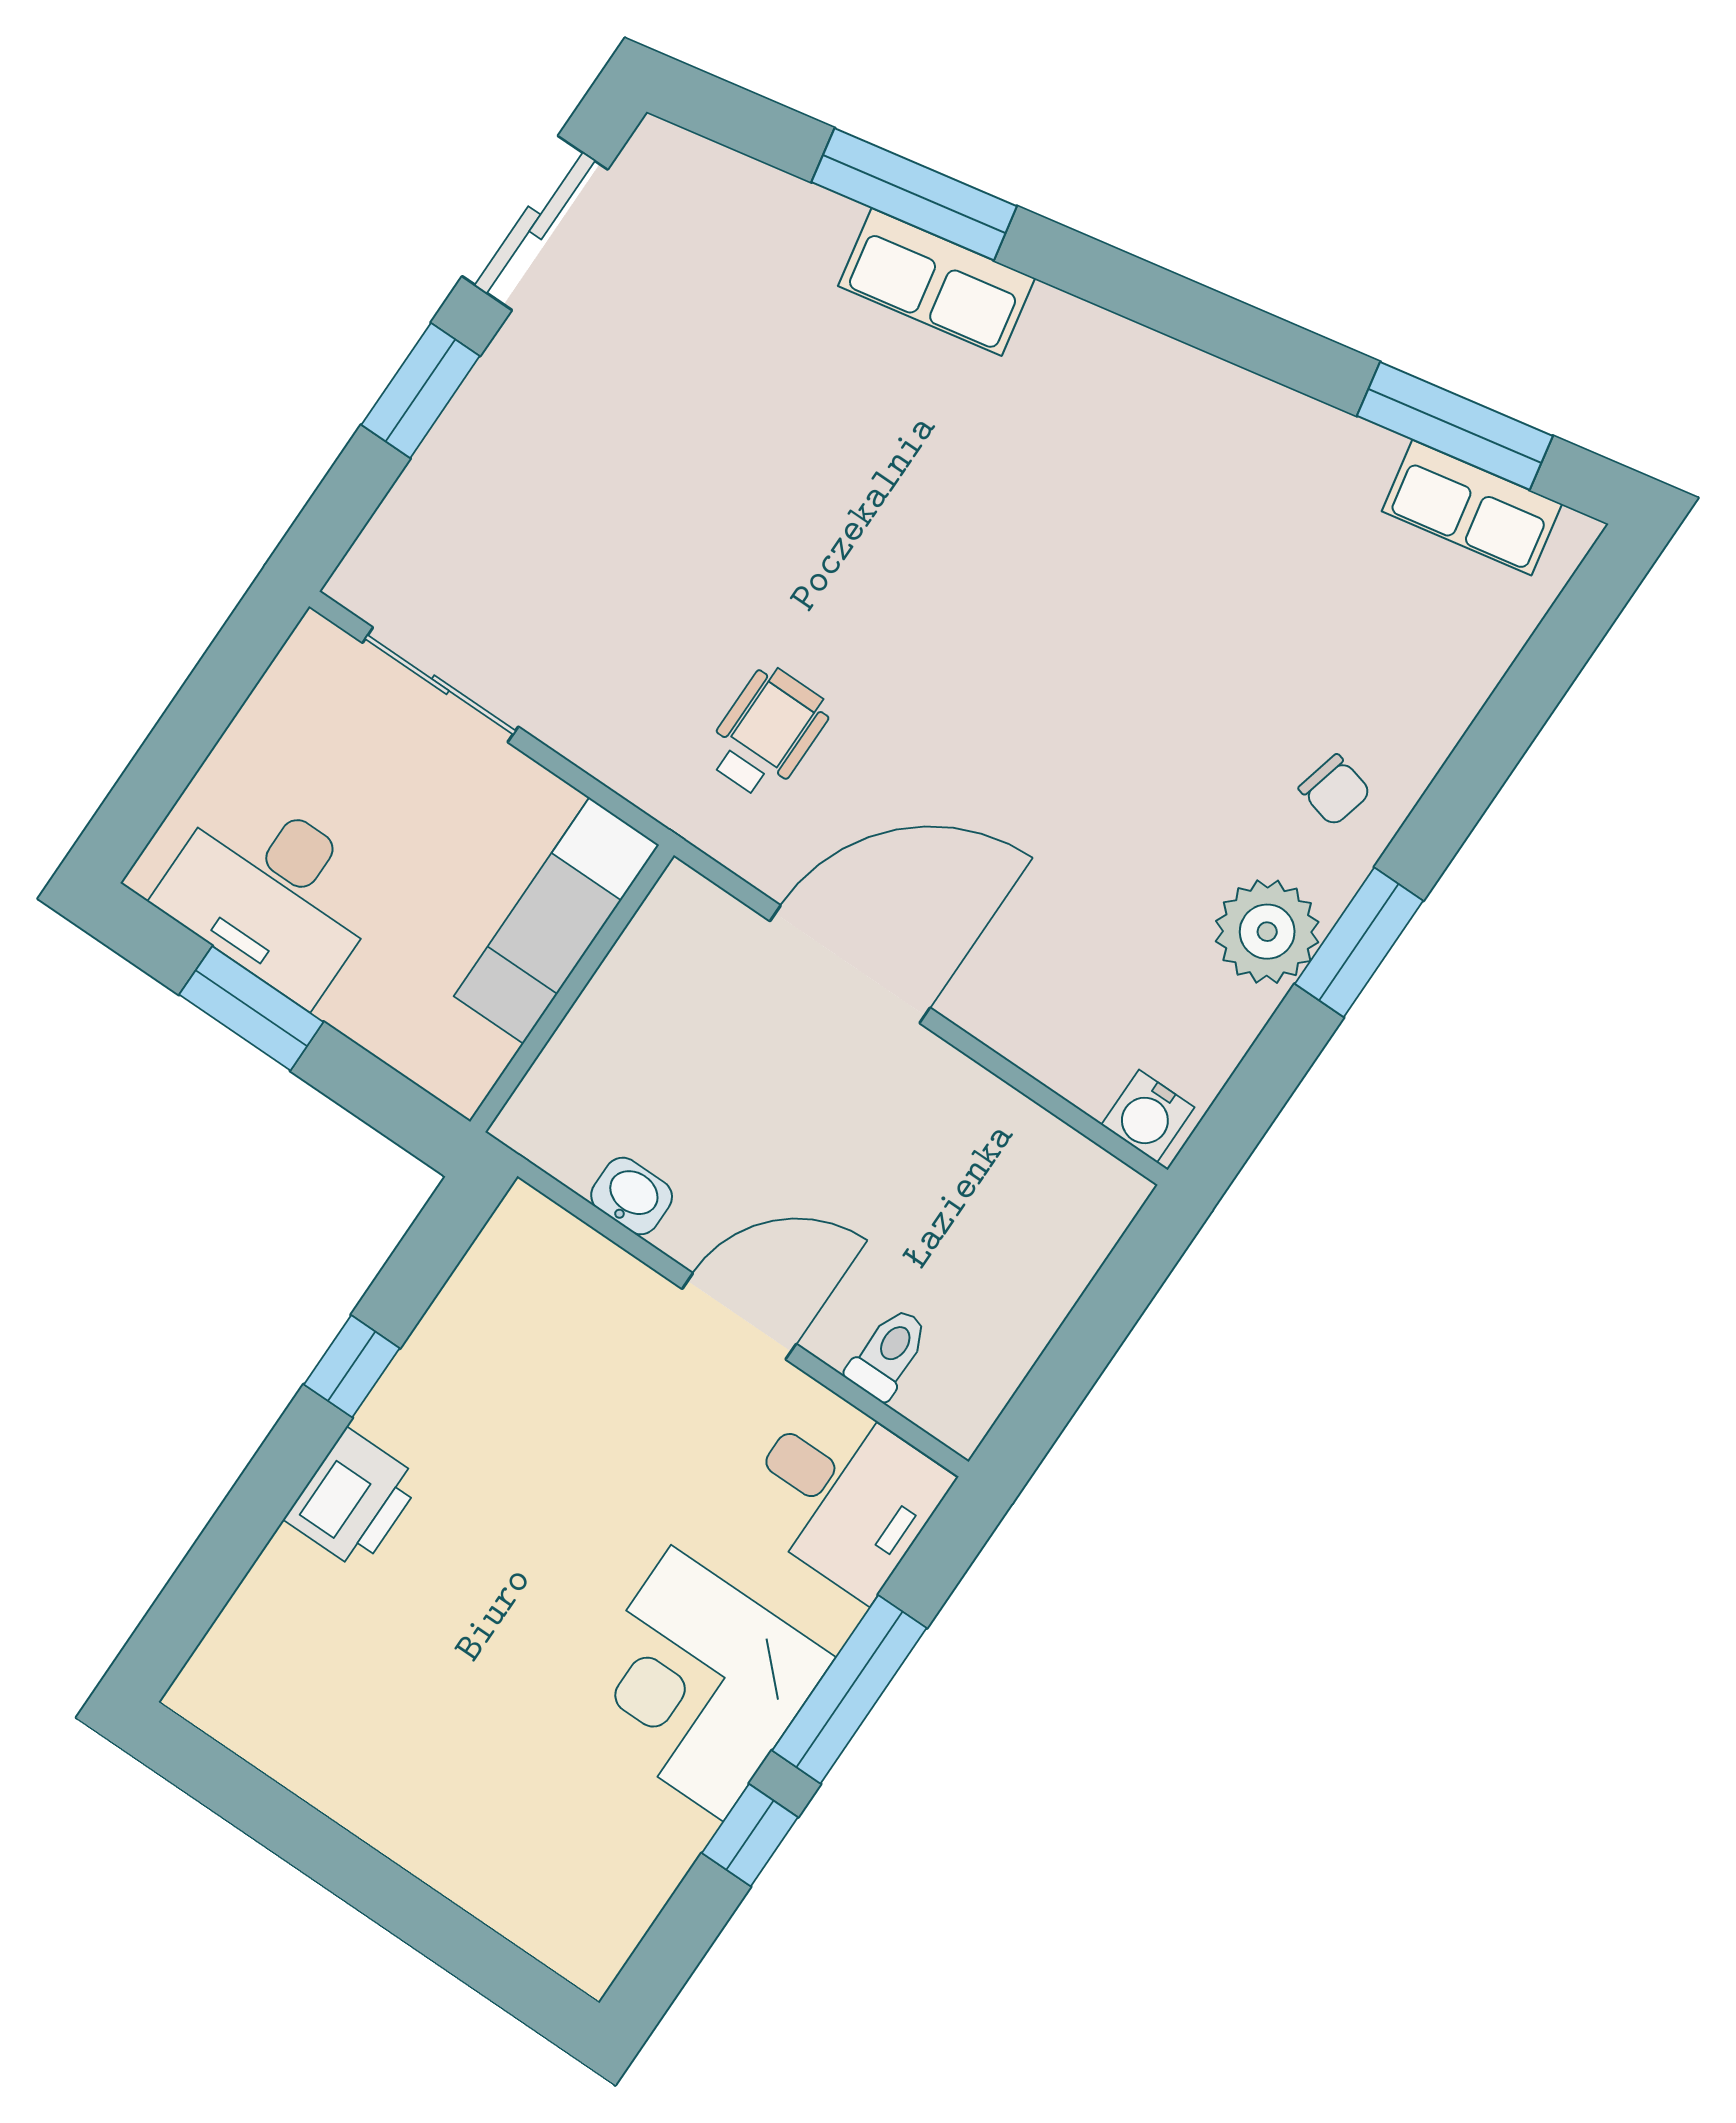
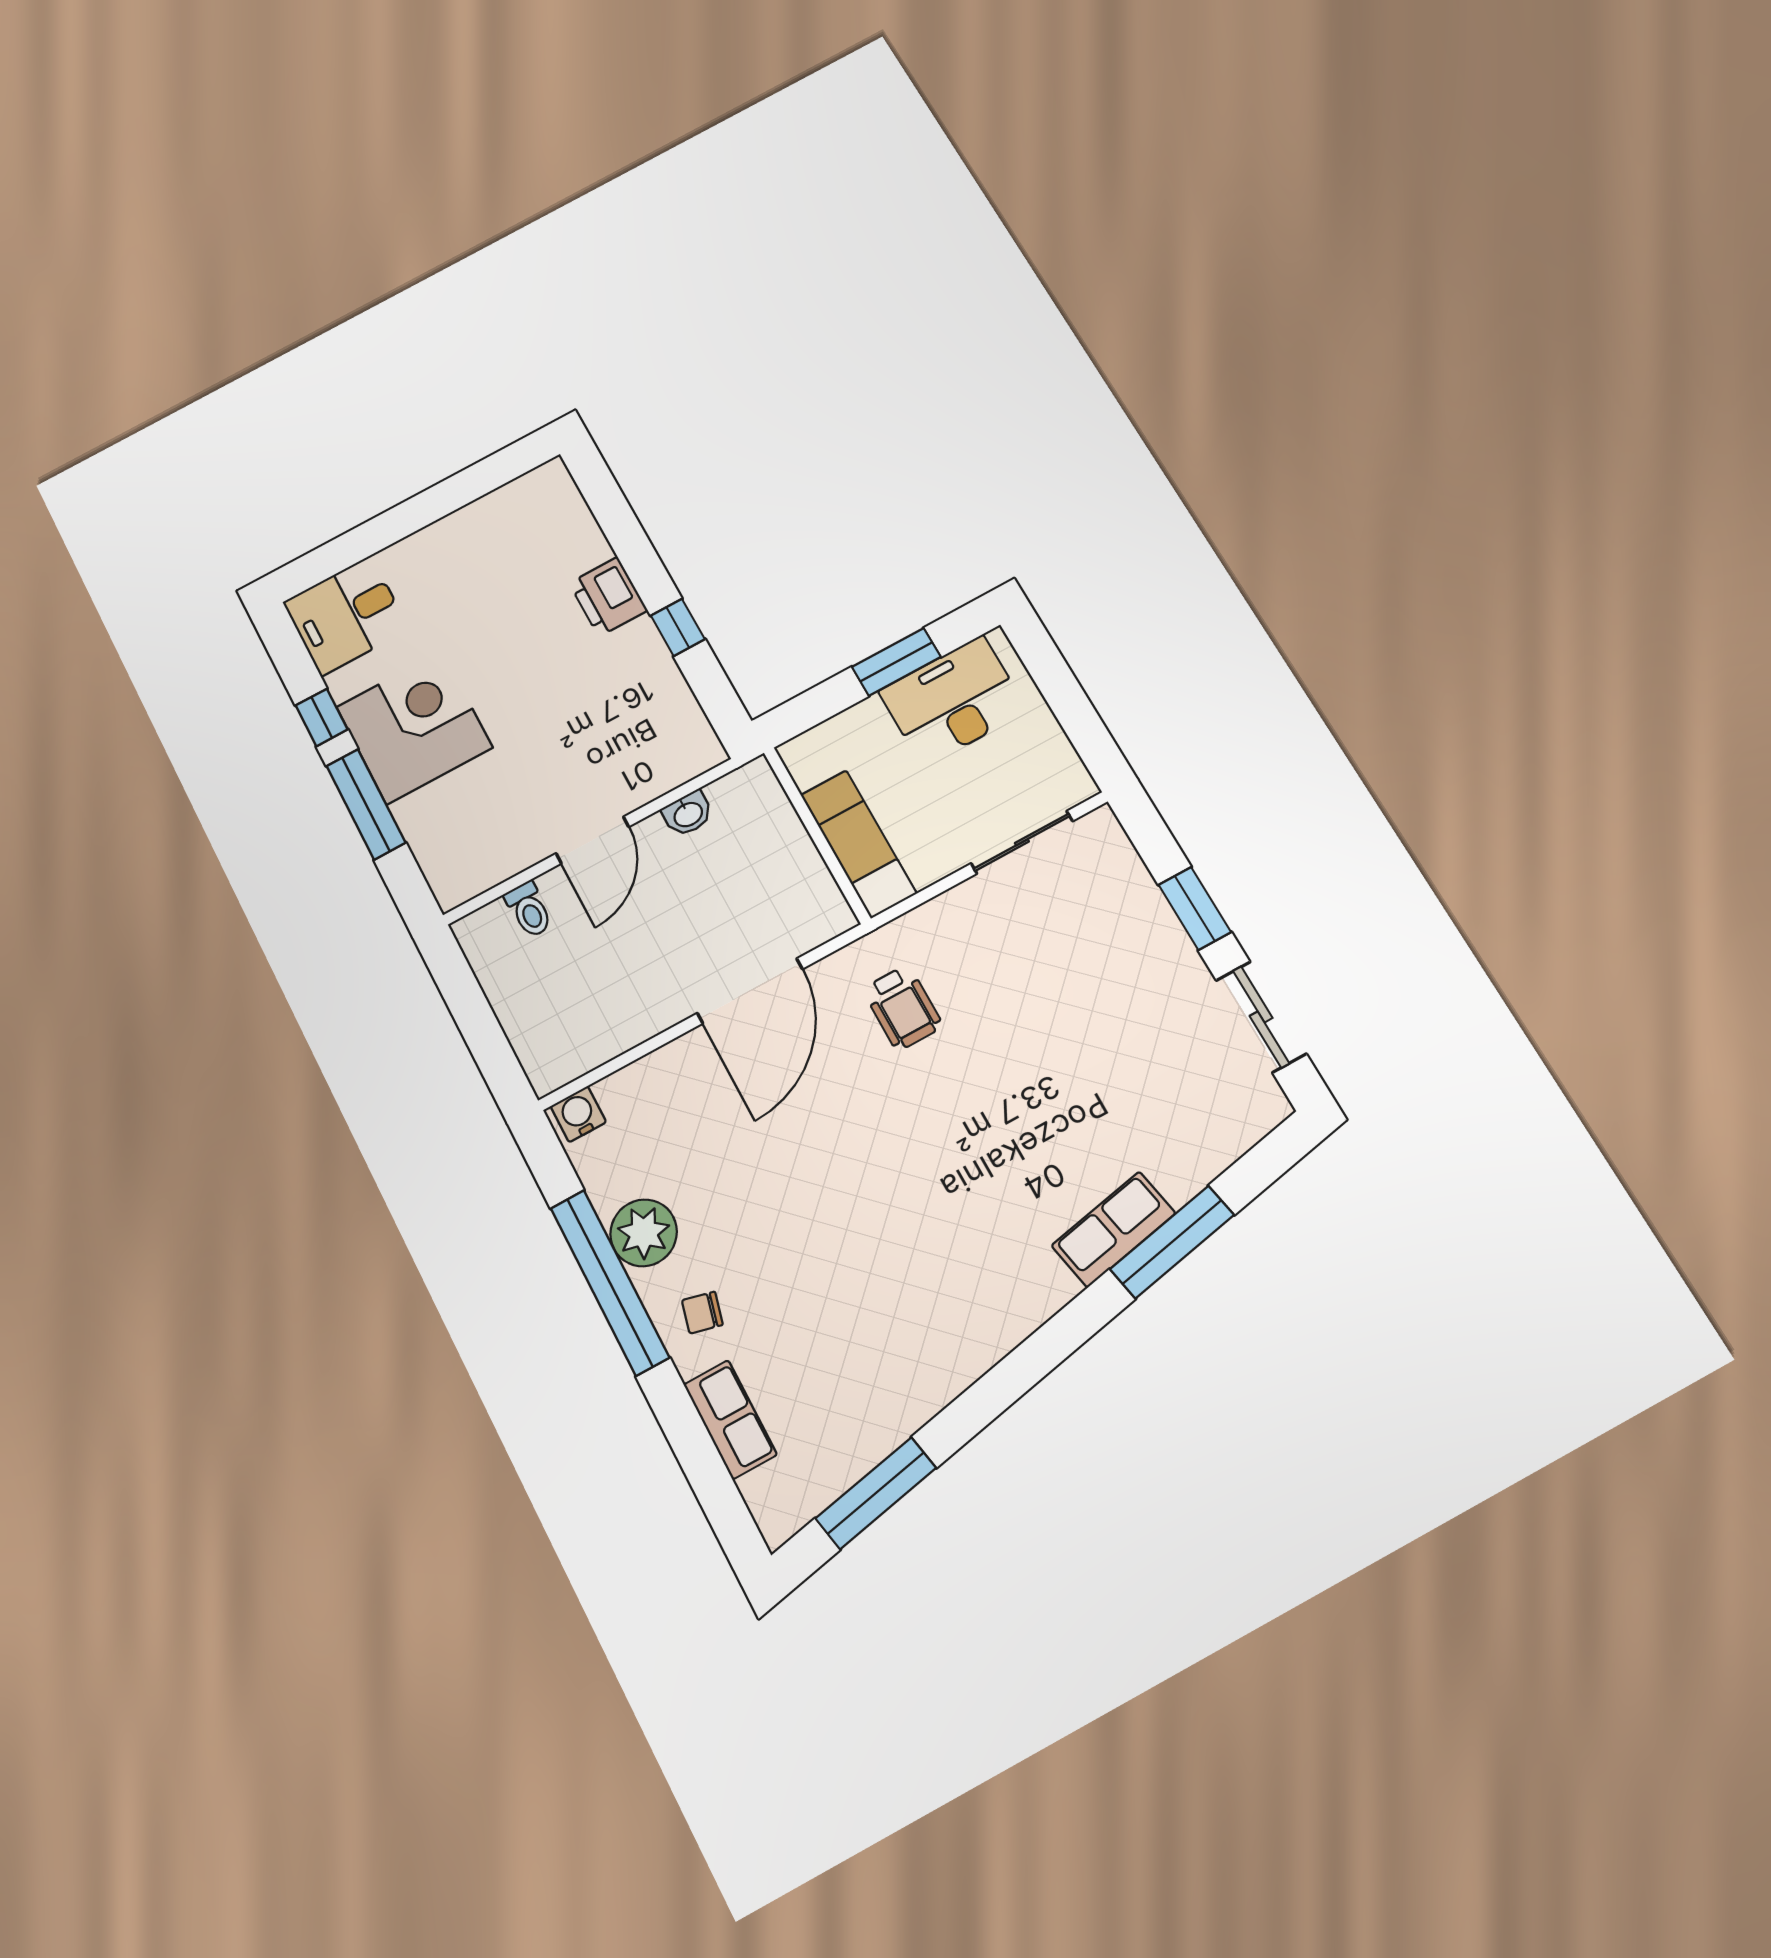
row of seats: (1472, 508) -> (730, 1419), moved, turned 101
window: (1359, 942) -> (610, 1282), width x2.11
desk: (844, 1495) -> (346, 616), moved

